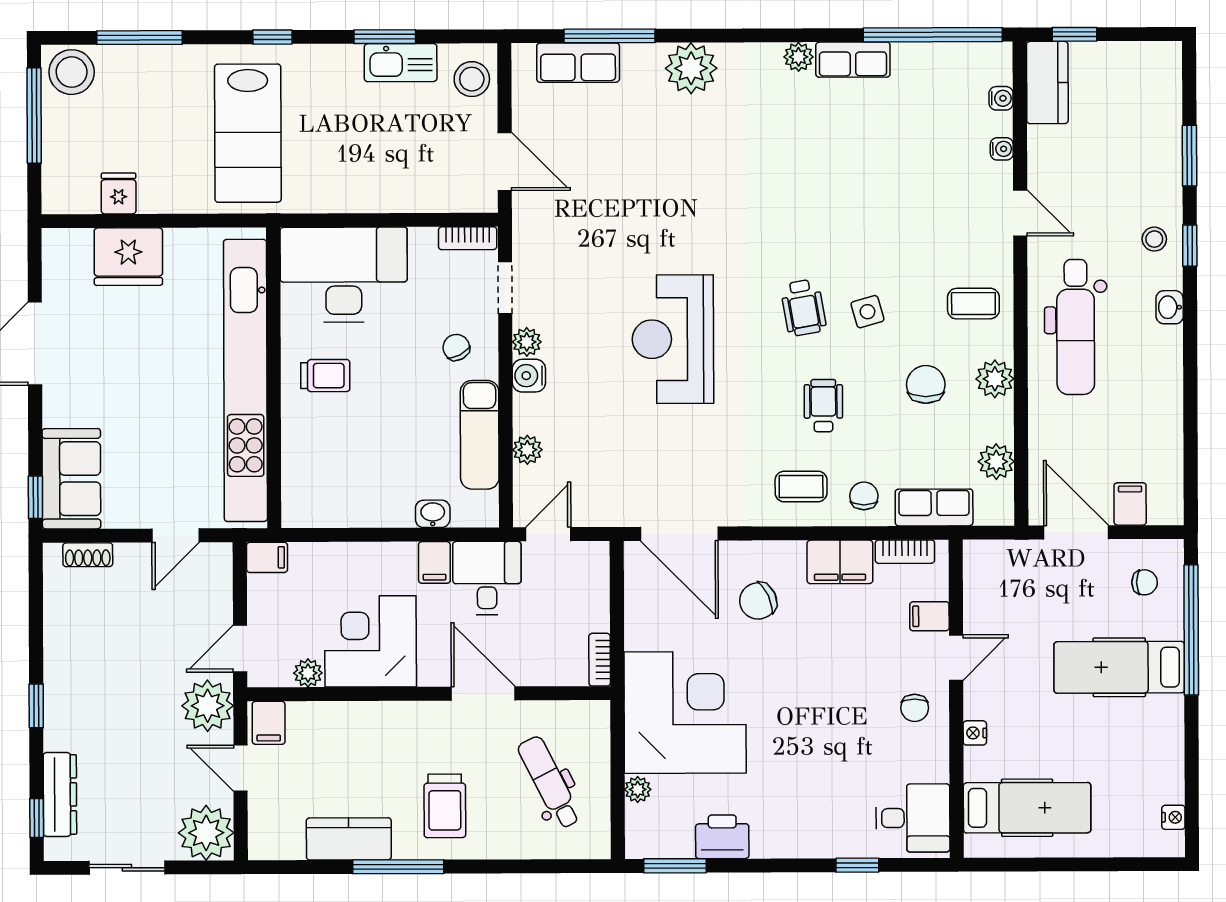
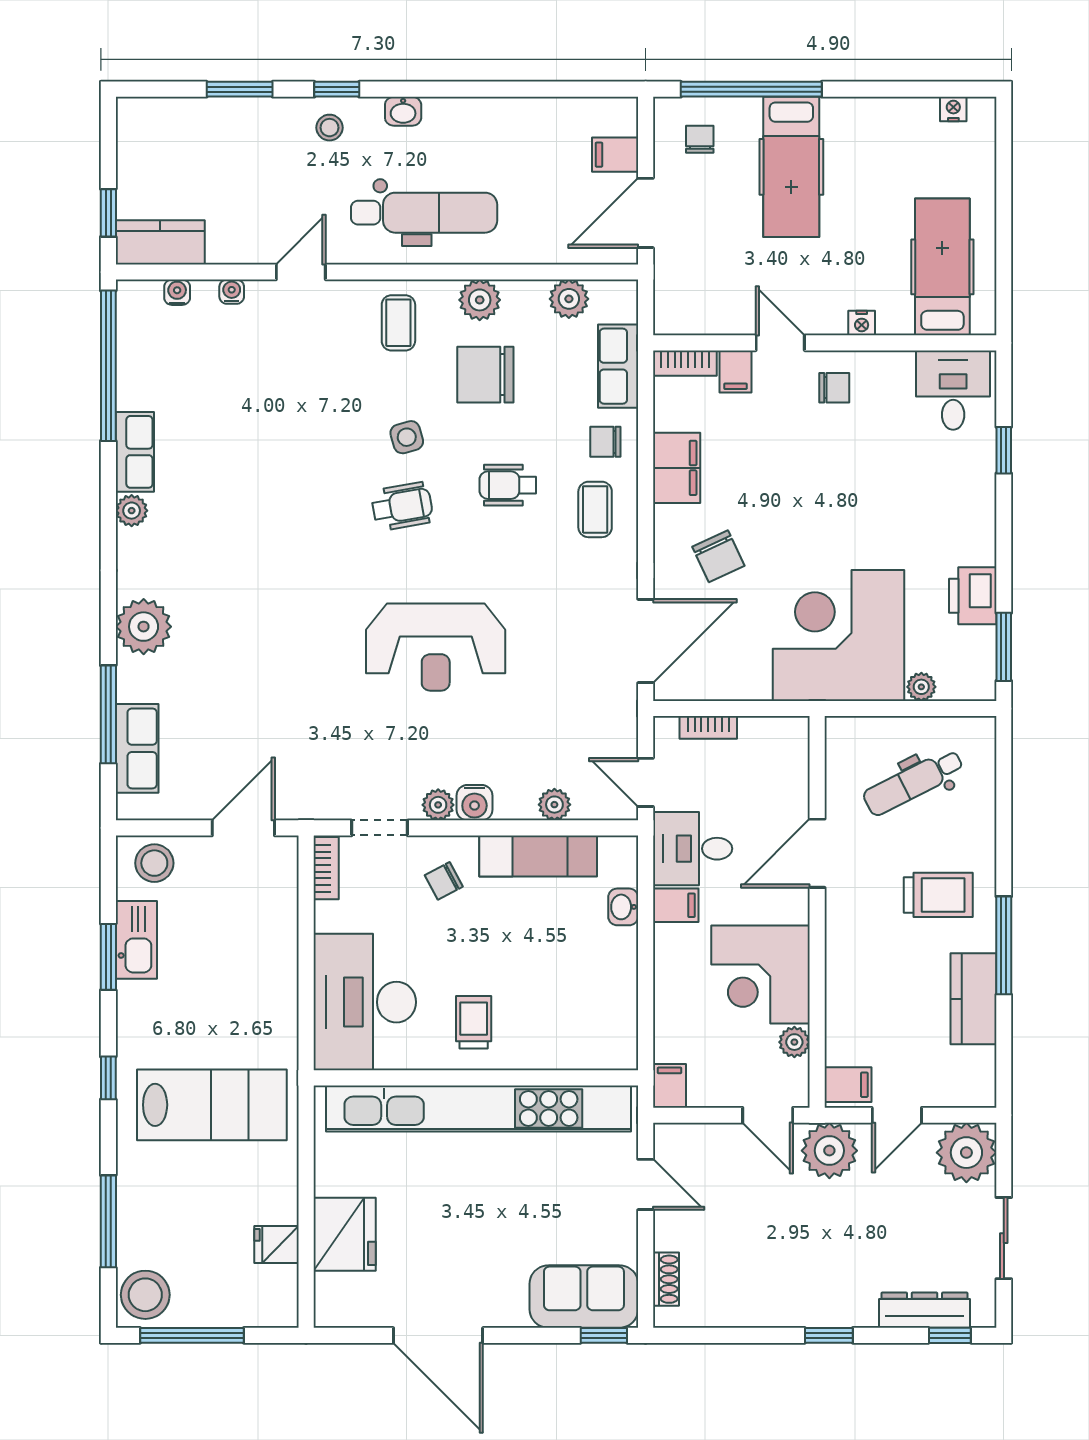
chair: (926, 384) -> (485, 375), width x1.37, depth x1.37
bookcase: (905, 552) -> (685, 363), moved, turned 90
bookcase: (600, 660) -> (708, 727), moved

